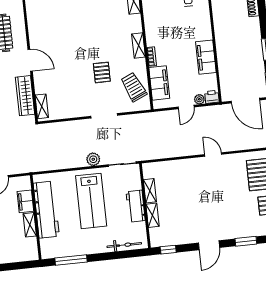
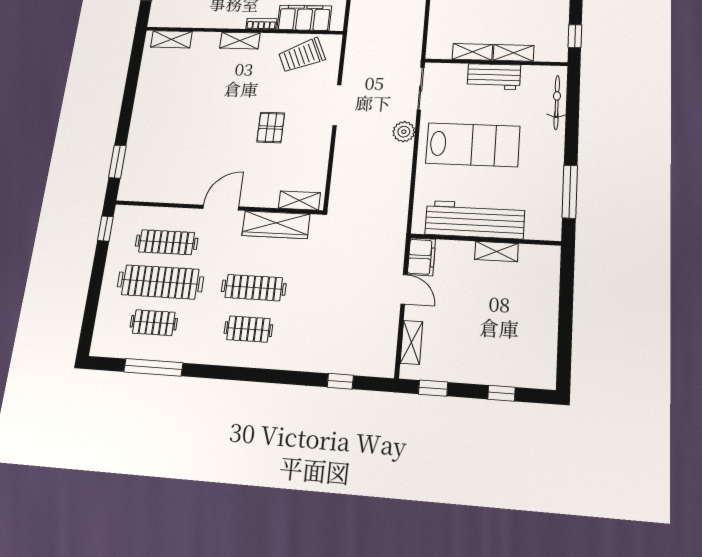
pallet: (102, 72) -> (271, 127), moved, turned 90
filing cabinet: (25, 201) -> (421, 257), moved, turned -90

